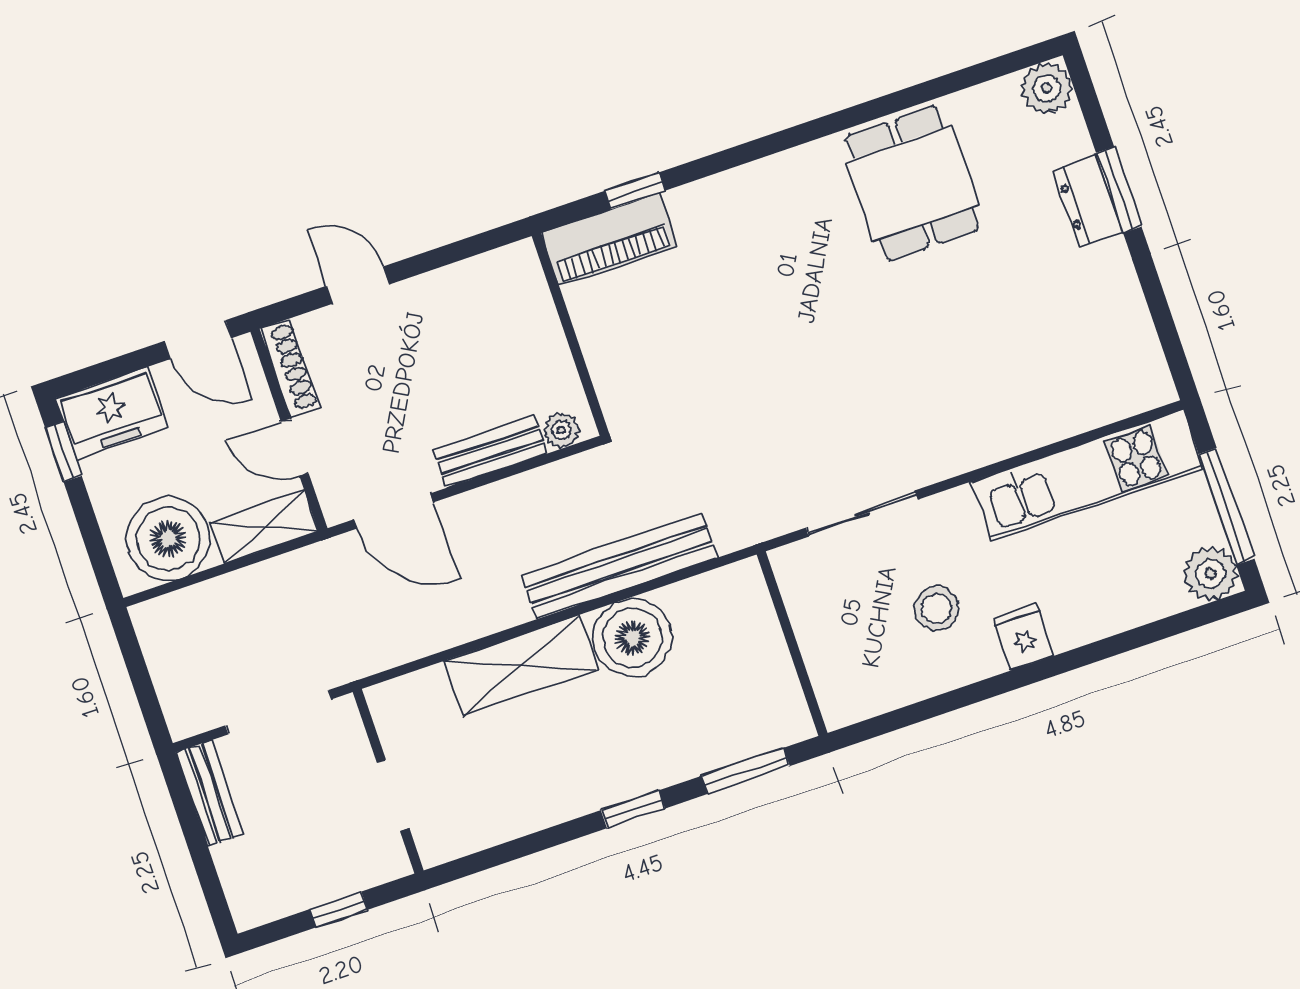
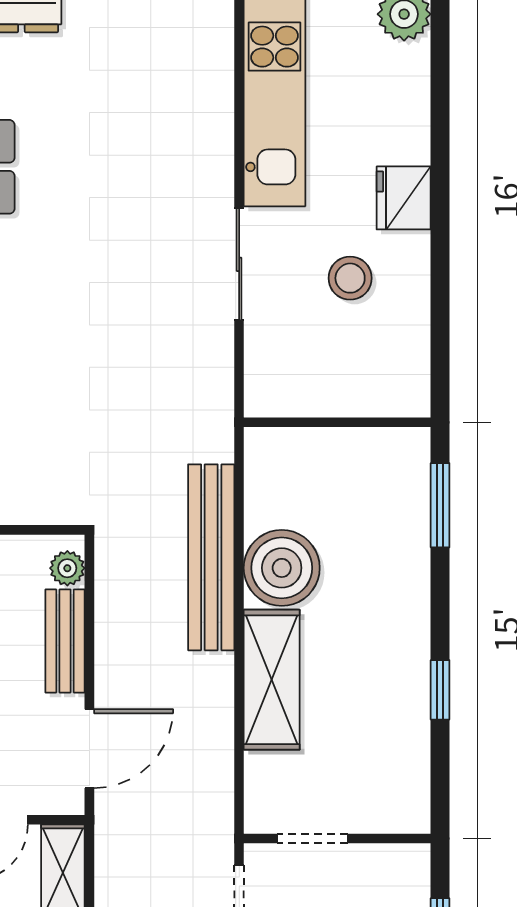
sliding door: (862, 514) -> (239, 264), moved
fridge: (1023, 637) -> (404, 198), width x1.38
doorway: (393, 795) -> (313, 838), moved
window: (633, 809) -> (440, 690), moved

